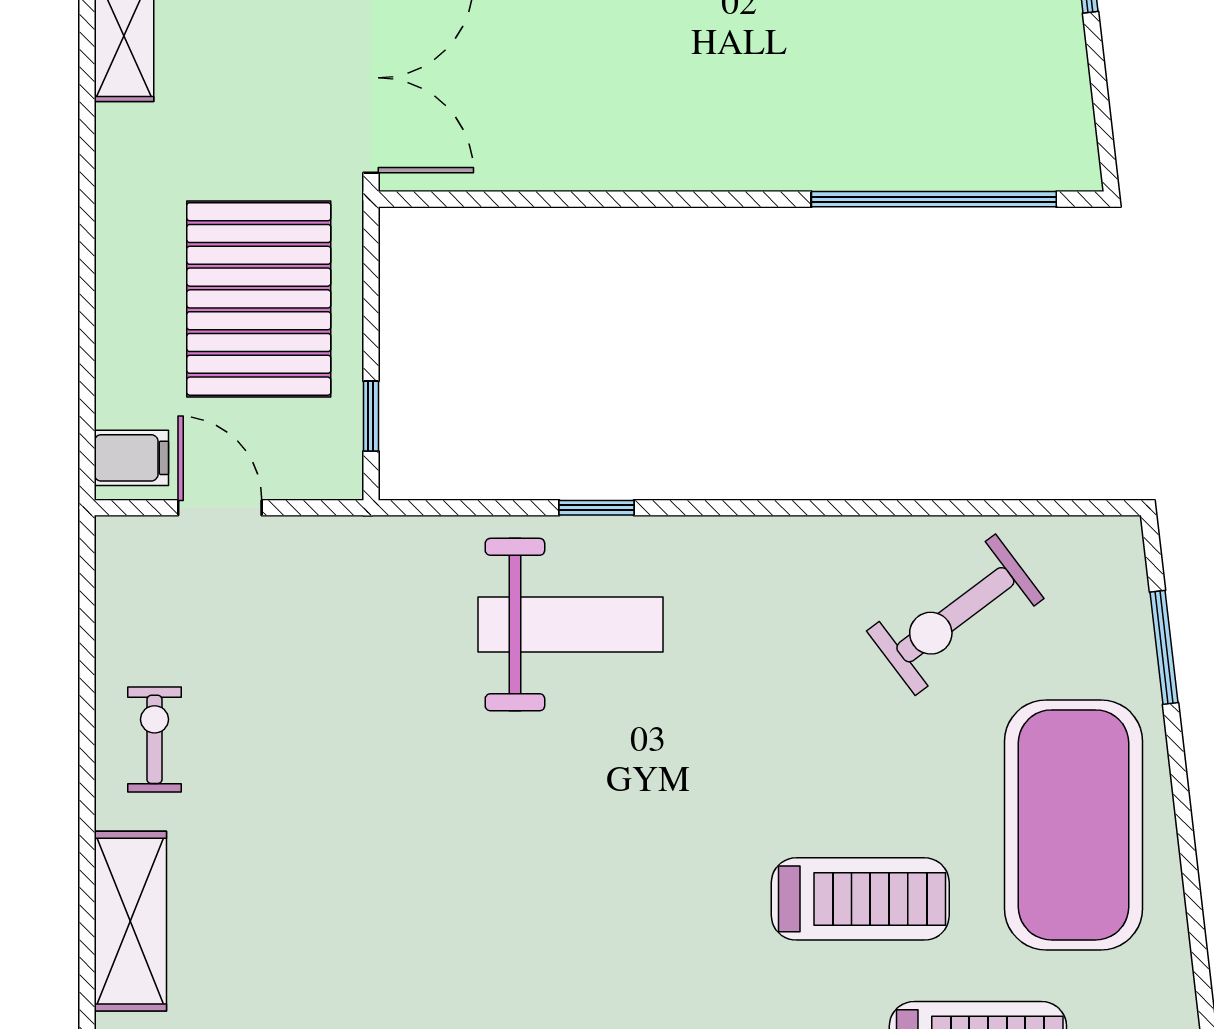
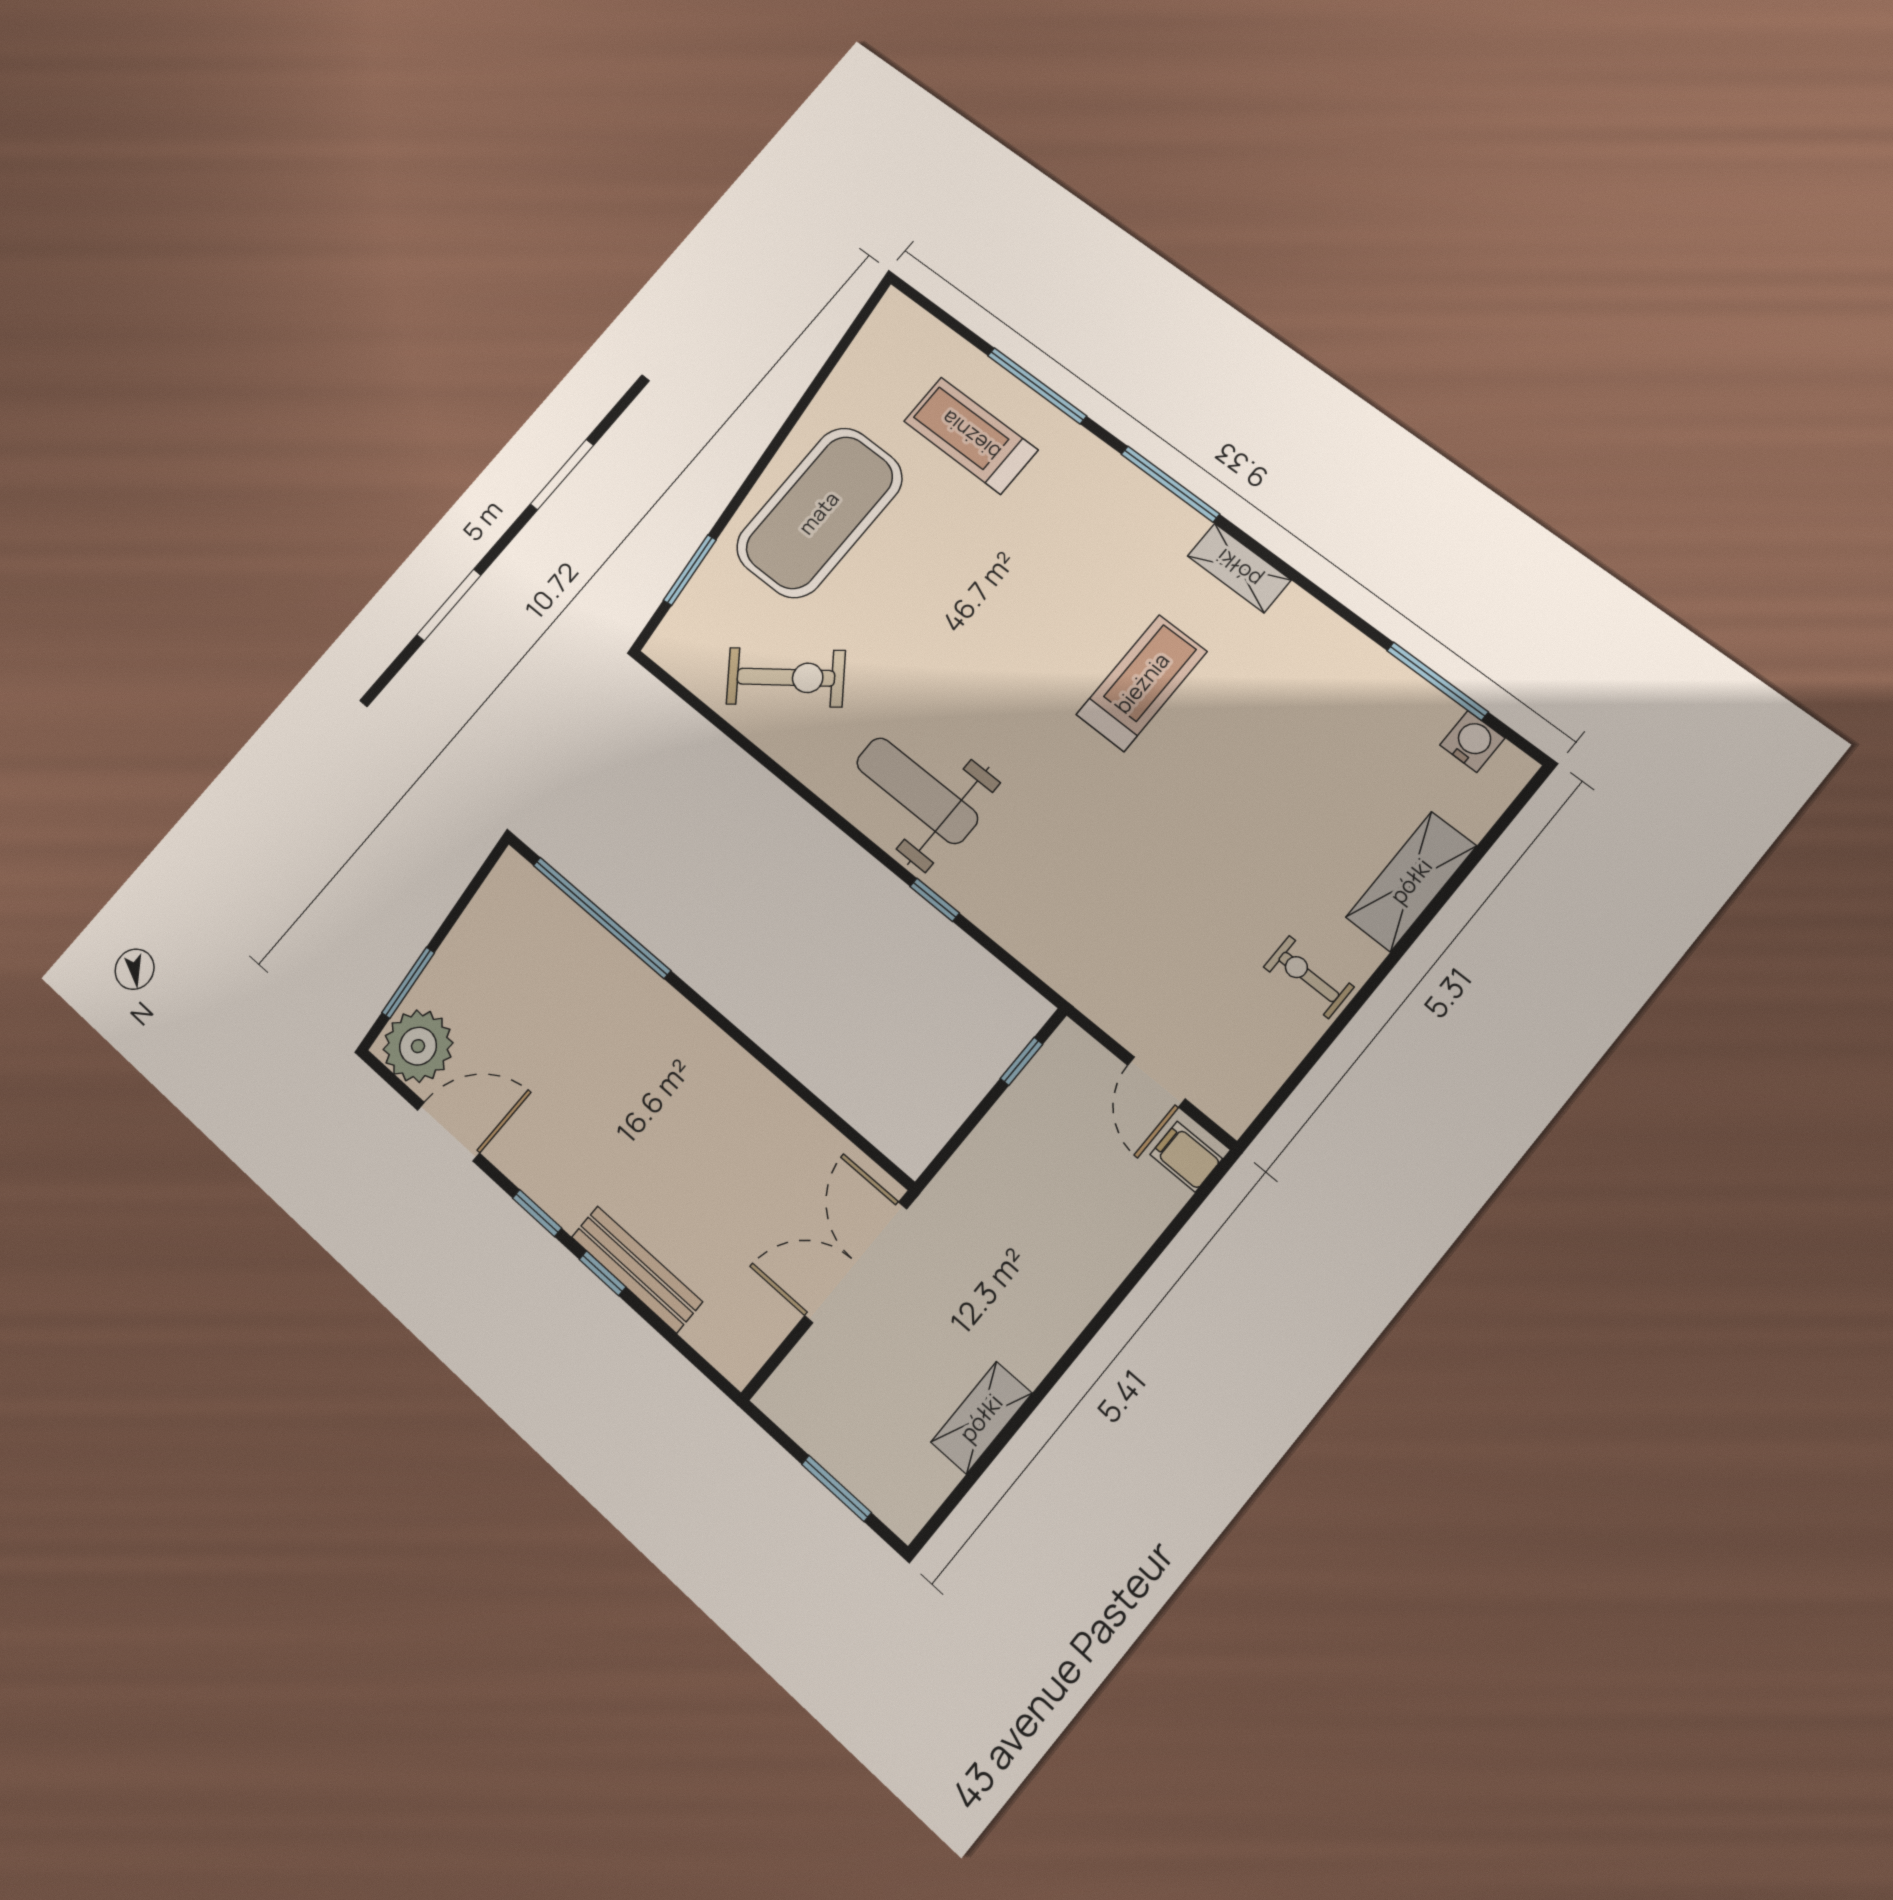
pallet: (259, 299) -> (1031, 1187), removed
weight bench: (570, 625) -> (917, 791), moved
exercise bike: (154, 739) -> (1309, 977), turned 90
treadmill: (860, 899) -> (1142, 683), moved, turned 90

